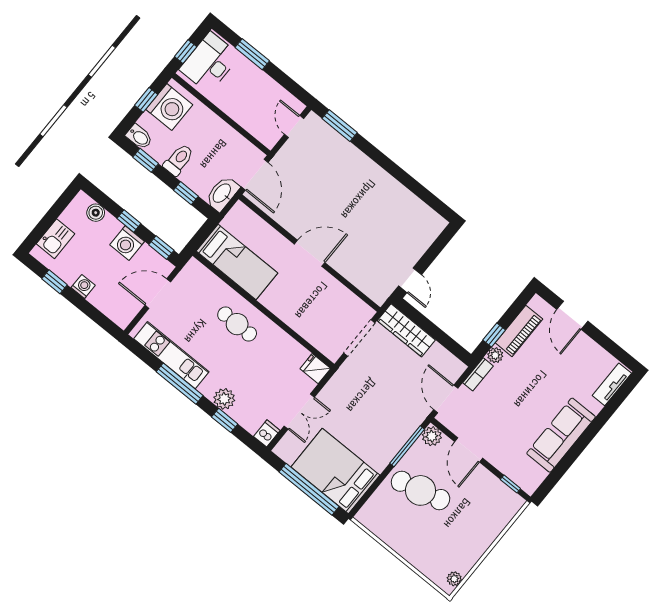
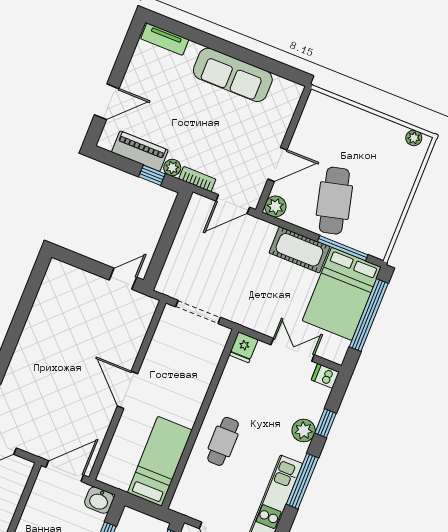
washbasin: (222, 194) -> (99, 500), width x0.72
wardrobe: (406, 330) -> (175, 267), removed
cot: (386, 446) -> (299, 250), added
window: (407, 446) -> (343, 248), moved
window: (510, 484) -> (299, 111), removed

